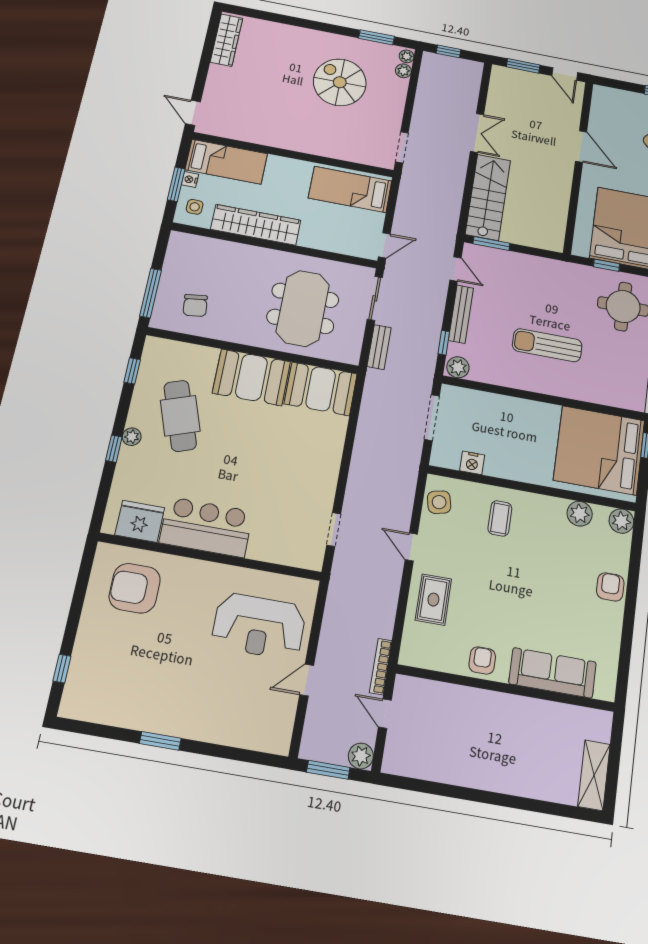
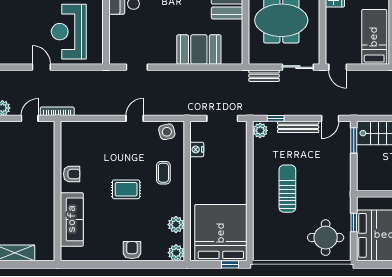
booth: (321, 389) -> (199, 49), moved, turned 90
coffee table: (500, 518) -> (163, 173), turned 90
armchair: (610, 587) -> (132, 250), turned -90
rug: (433, 600) -> (126, 189), moved

